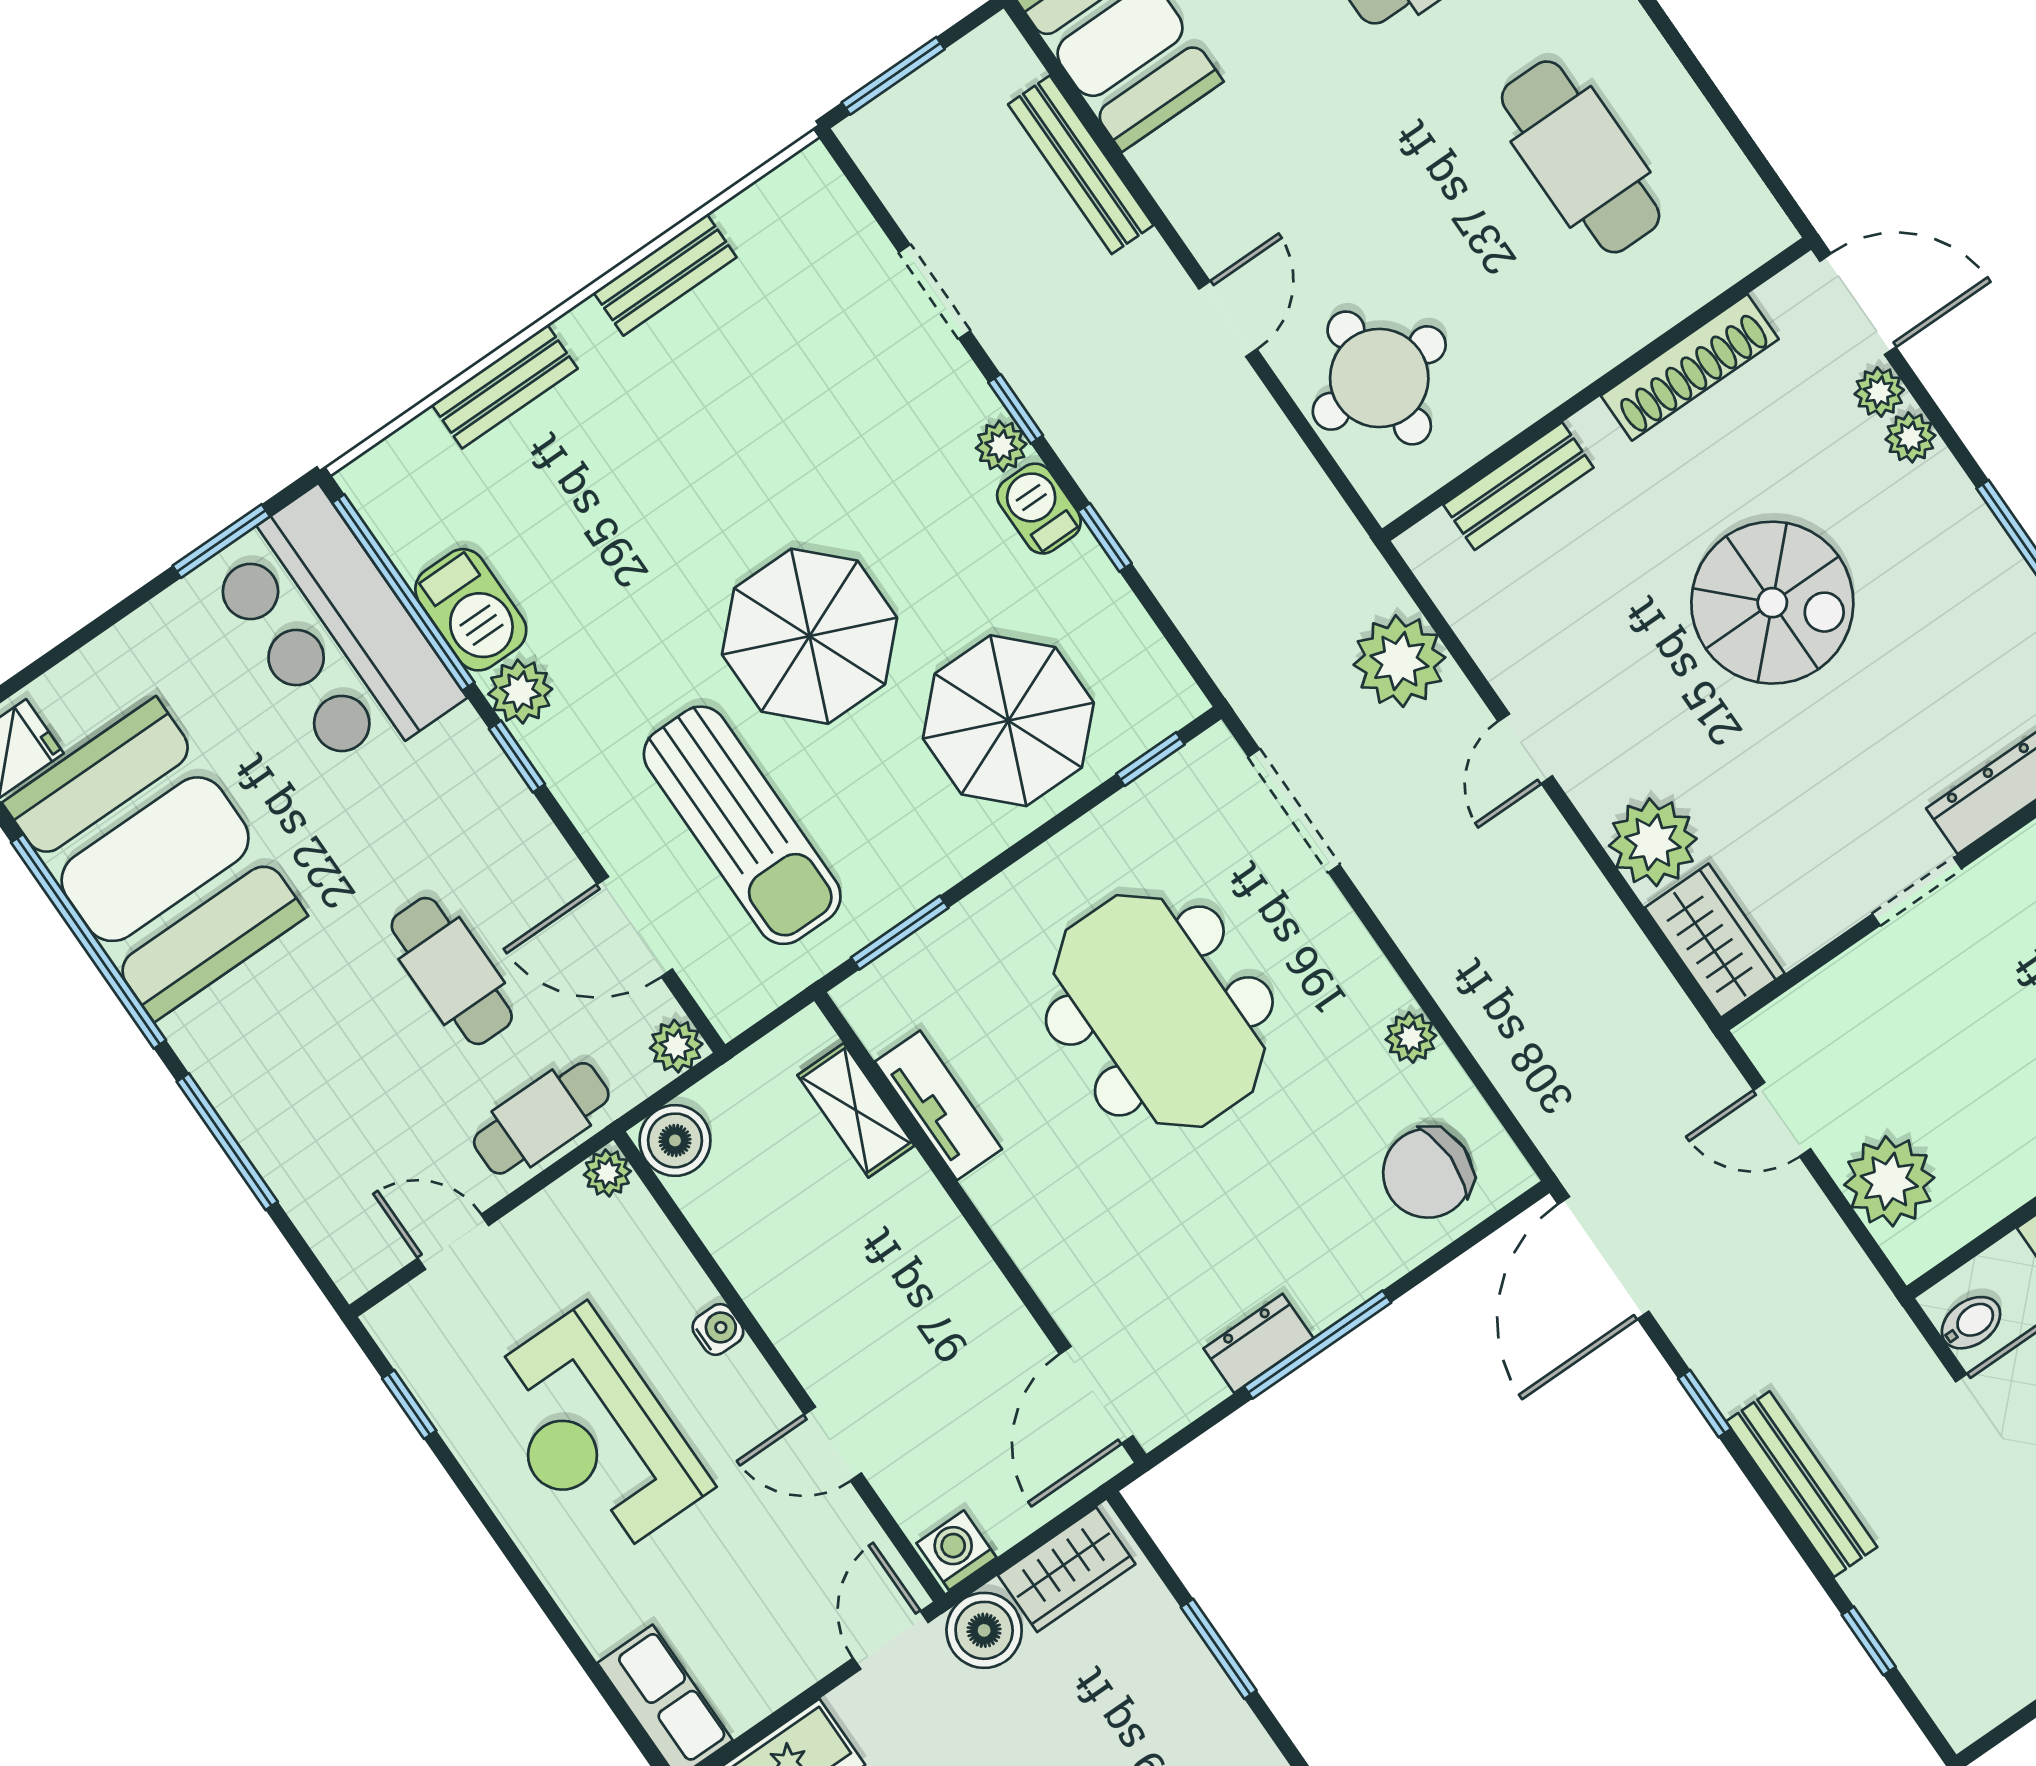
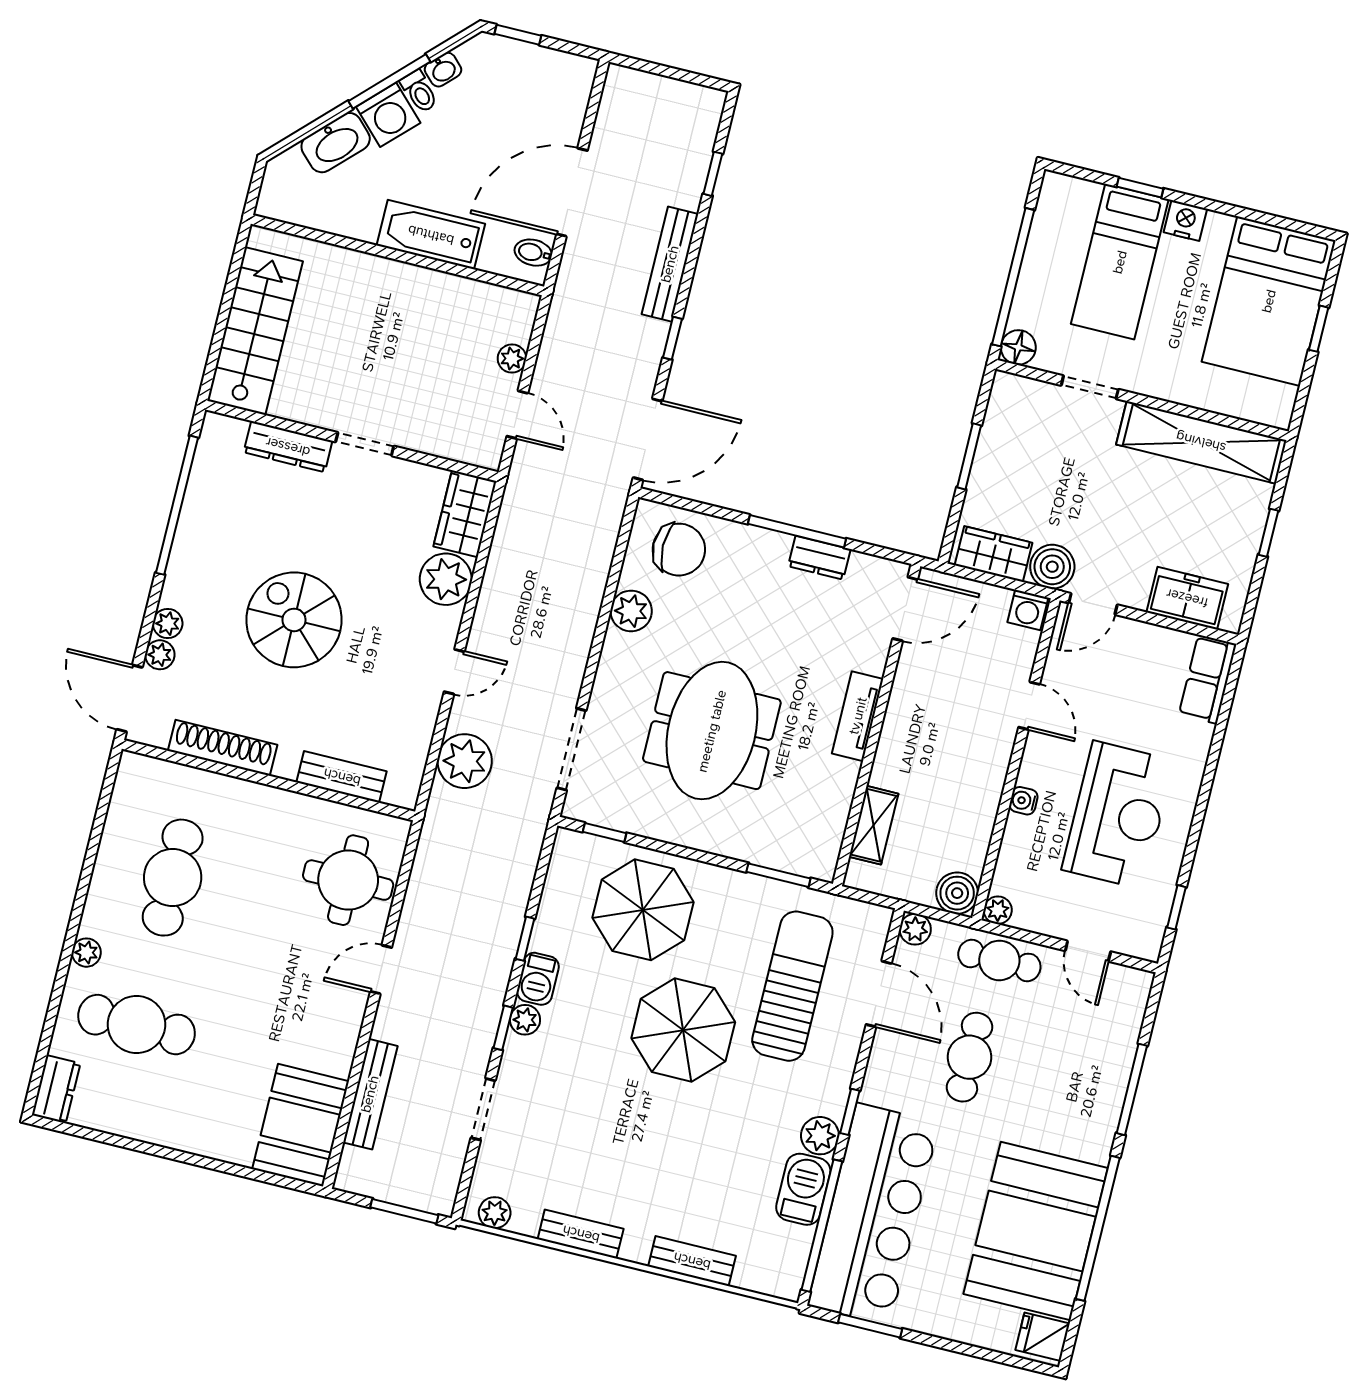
plant: (789, 189) -> (495, 1213), added
bar counter: (333, 632) -> (873, 1214), width x1.36
plant: (1411, 1038) -> (631, 611), width x1.38, depth x1.38
tv unit: (938, 1105) -> (858, 716), moved
plant: (1889, 1181) -> (512, 359), width x0.53, depth x0.53

